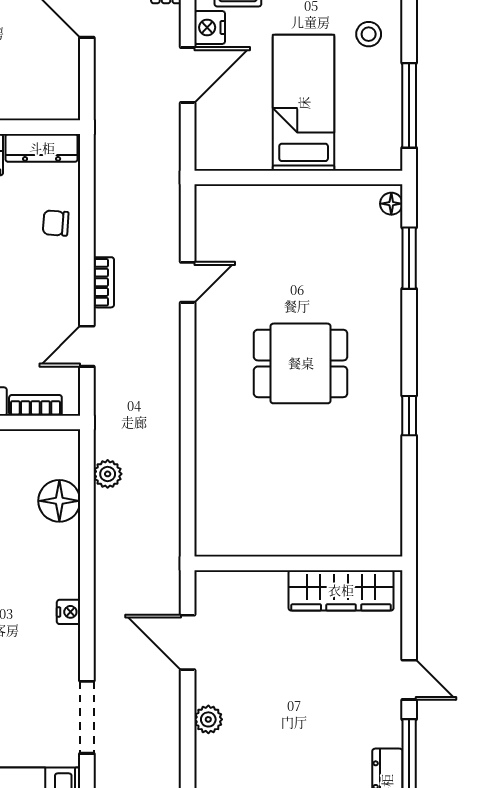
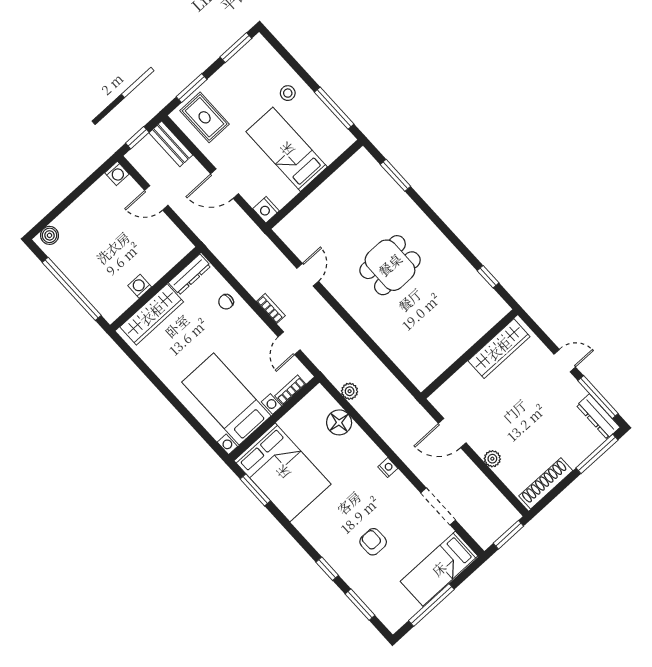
nightstand: (210, 27) -> (266, 210), moved
door: (188, 75) -> (225, 184), swing flipped
floor lamp: (391, 204) -> (366, 158), removed
window: (409, 416) -> (488, 277), moved

